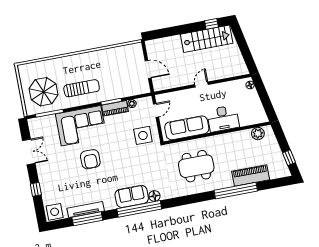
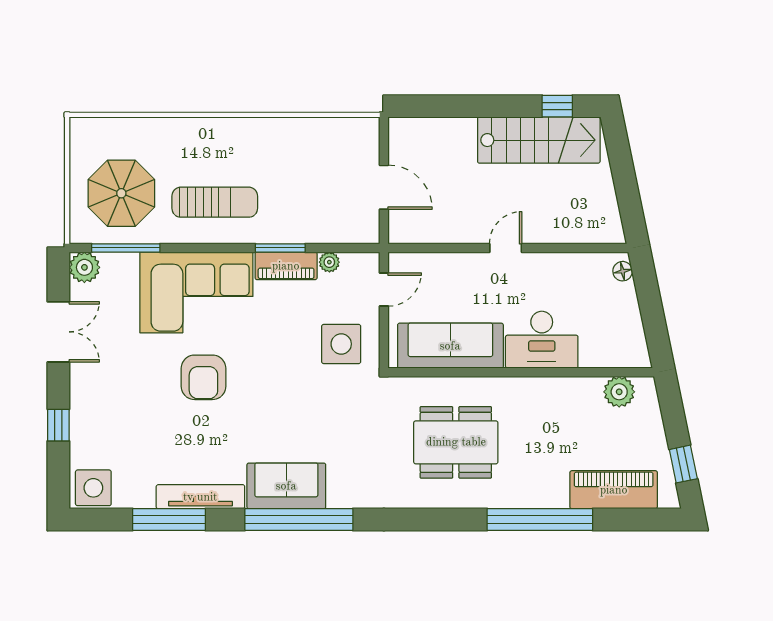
plant: (34, 124) -> (84, 267), added
piano: (251, 175) -> (614, 490), moved
floor lamp: (154, 196) -> (341, 495), removed
tv unit: (86, 210) -> (200, 497), moved

